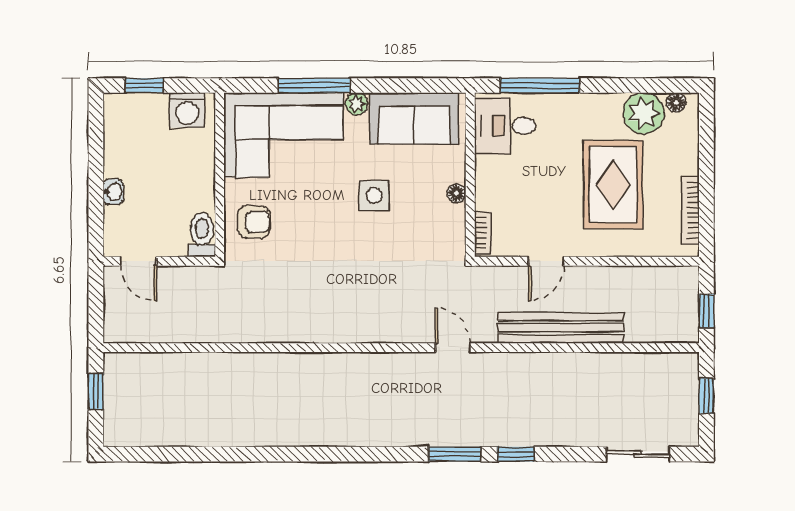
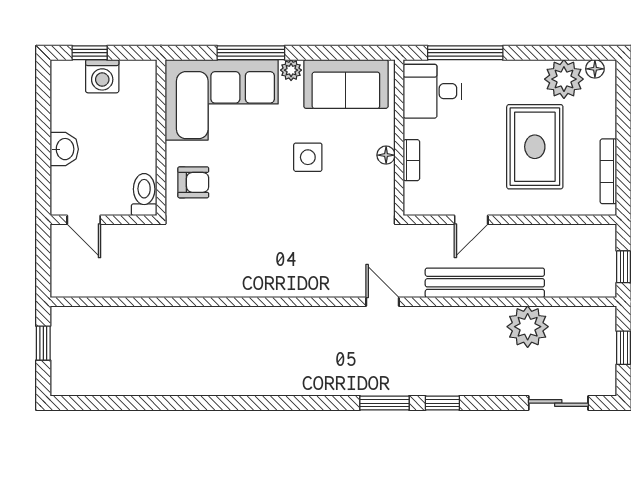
washing machine: (187, 110) -> (102, 76), moved
washbasin: (113, 192) -> (64, 149), width x1.38, depth x1.45
bookcase: (483, 233) -> (411, 160), moved
plant: (605, 374) -> (528, 327), added

